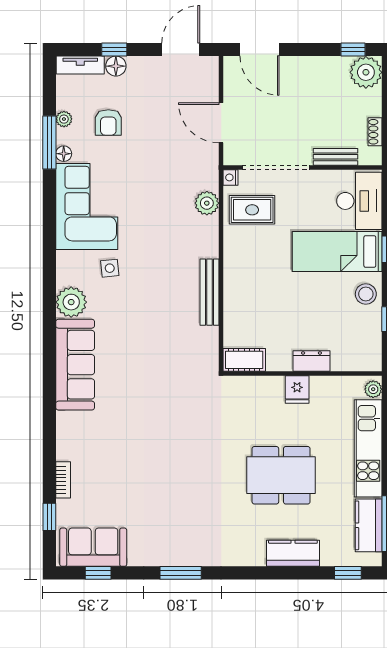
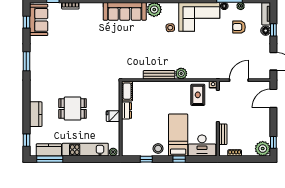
plant: (207, 203) -> (181, 73), moved
dresser: (311, 361) -> (126, 111), moved
dining table: (281, 475) -> (73, 109), width x0.73

